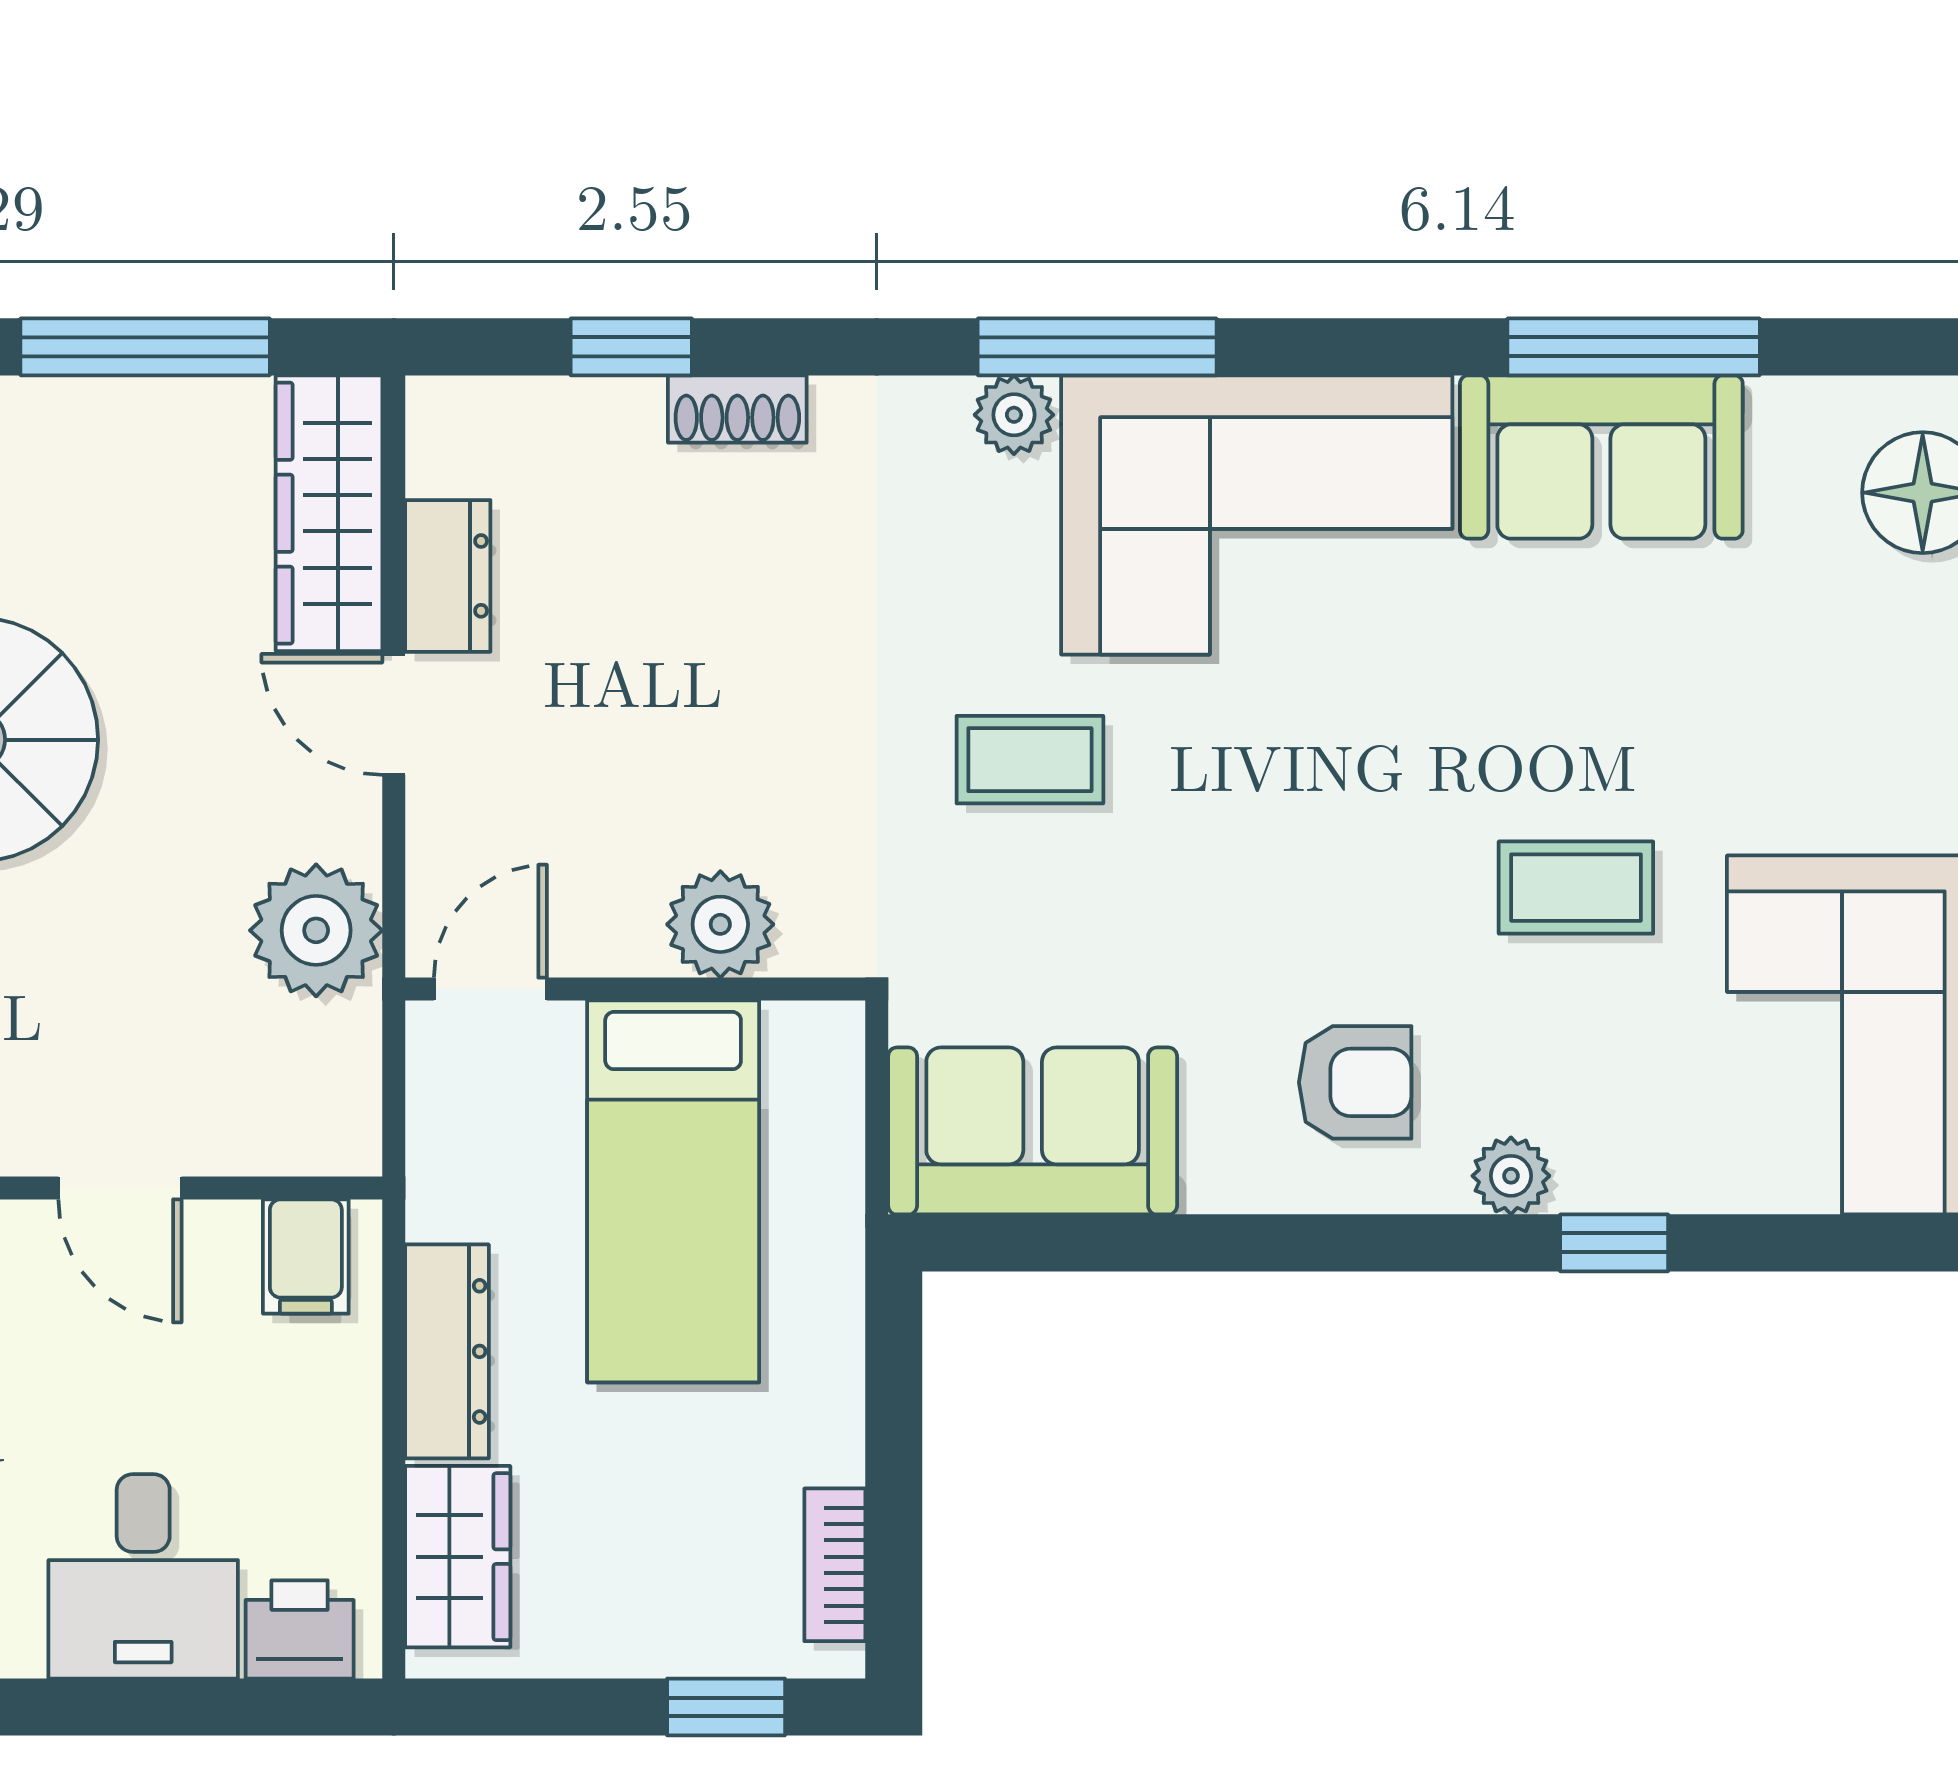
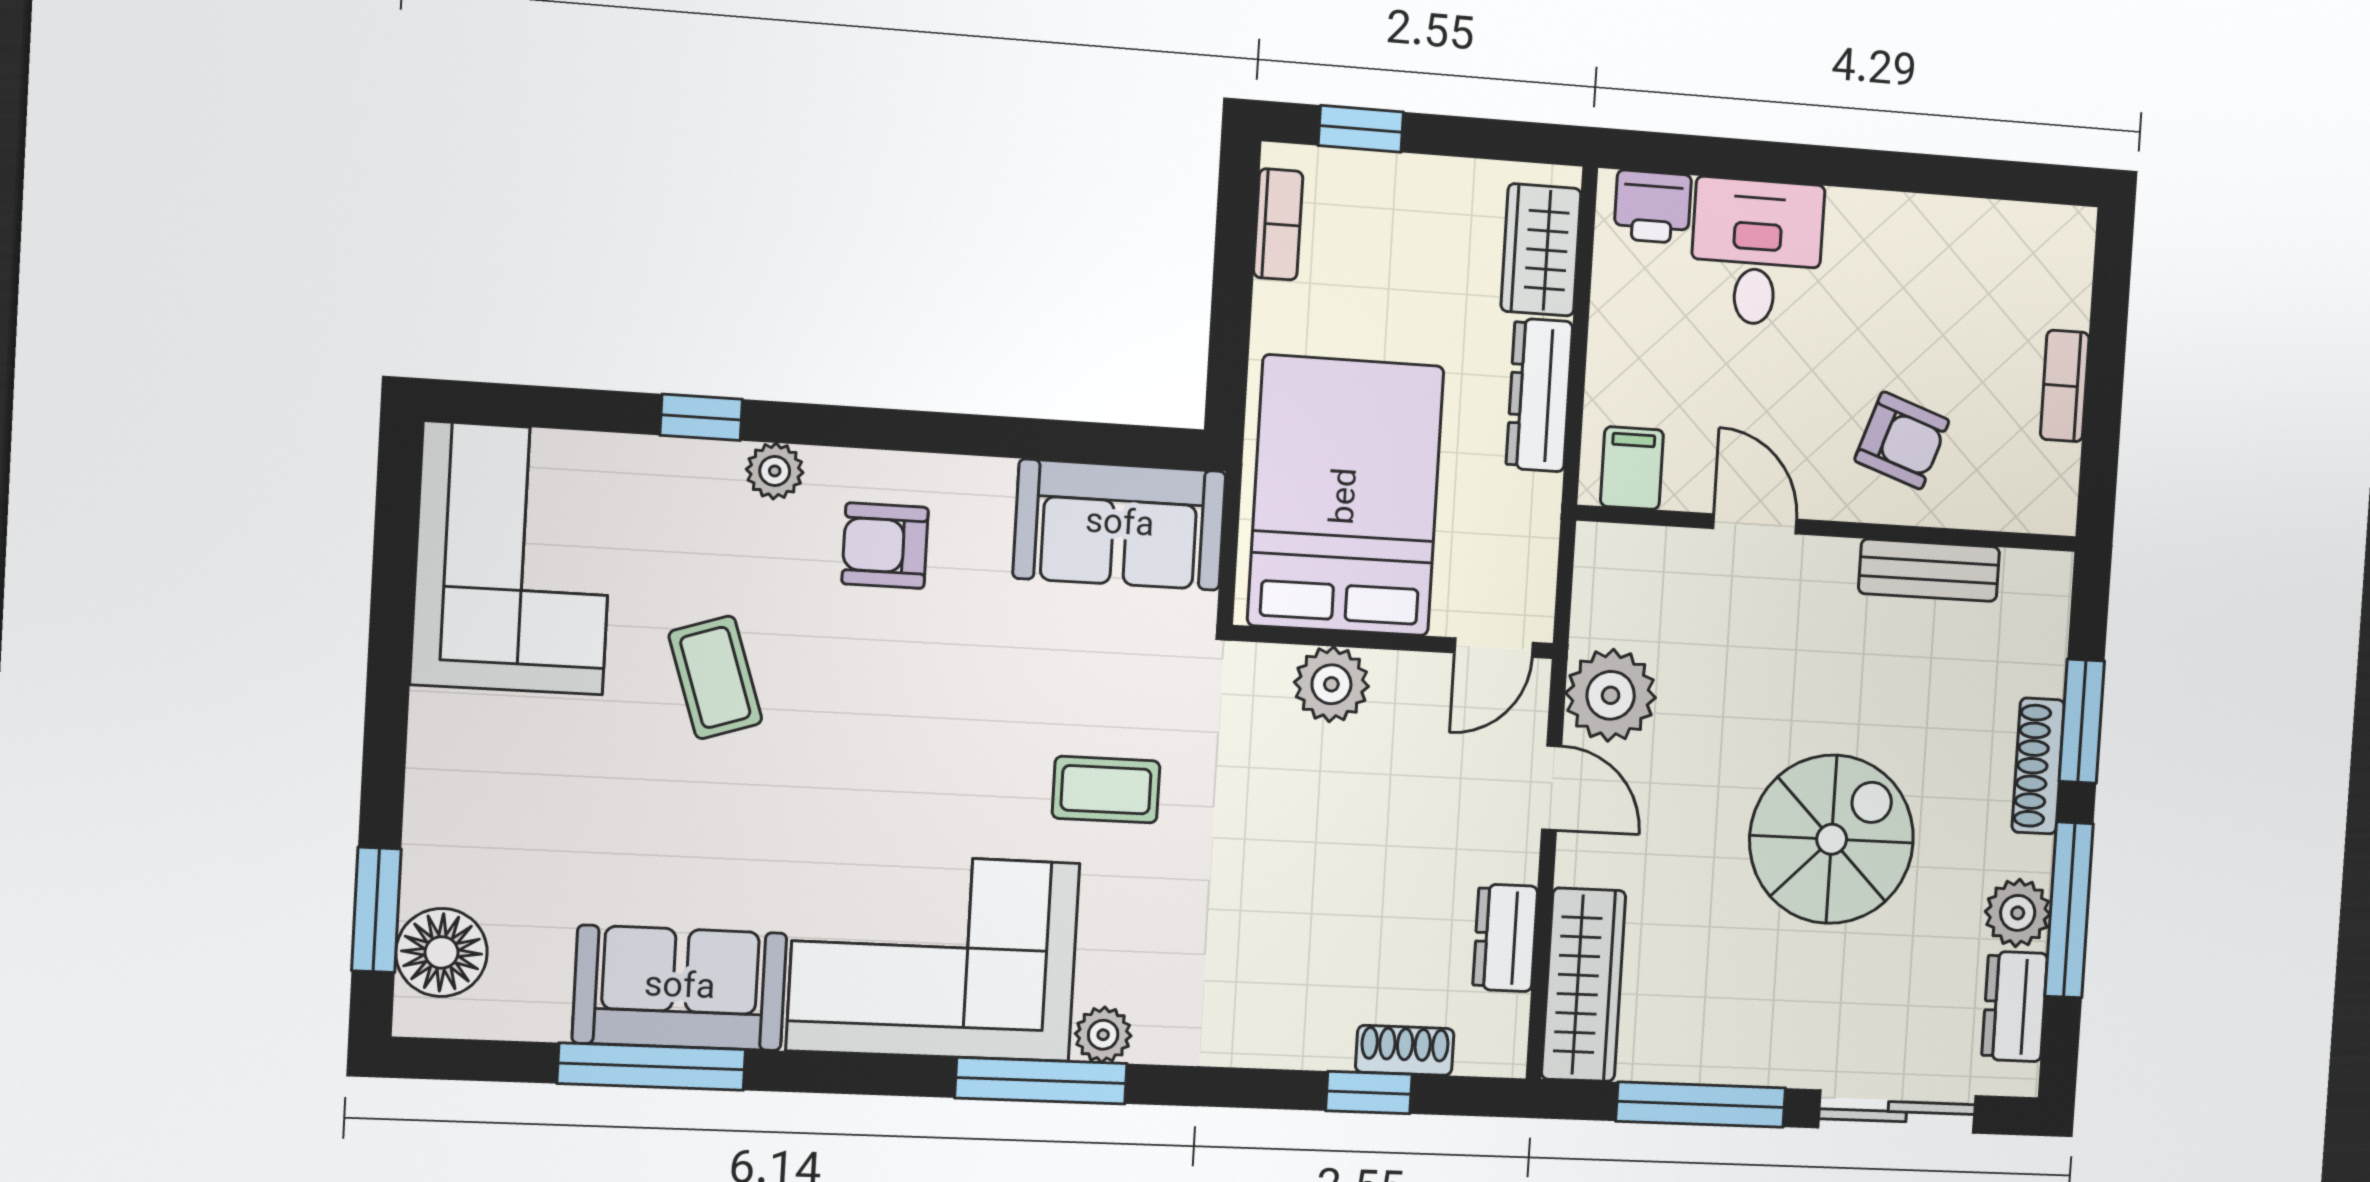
shoe rack: (737, 409) -> (1405, 1050), moved
door: (394, 714) -> (1552, 788), moved
coffee table: (1576, 888) -> (715, 677), turned 72
bed: (673, 1191) -> (1346, 496), width x1.50

